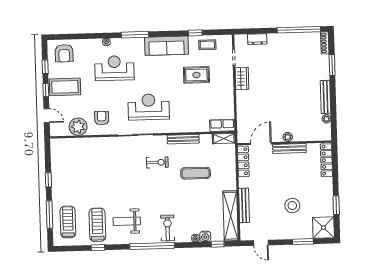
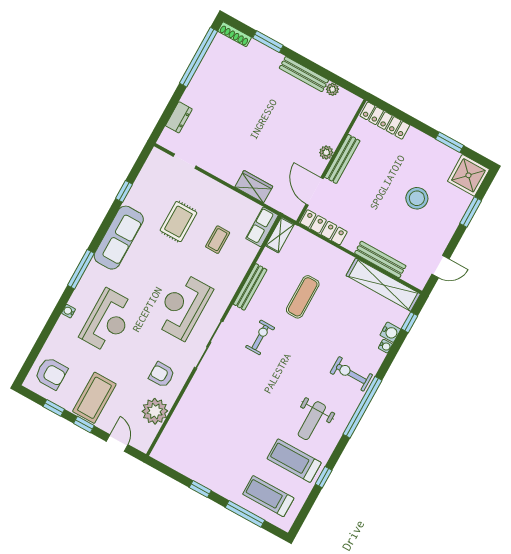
coffee table: (207, 45) -> (218, 240), moved
reception desk: (114, 68) -> (108, 321), turned 180
wardrobe: (242, 78) -> (254, 187), moved
door: (47, 116) -> (117, 443), hinge flipped

